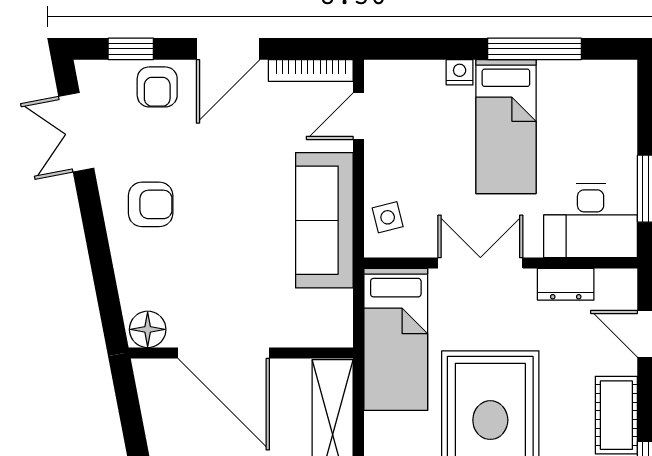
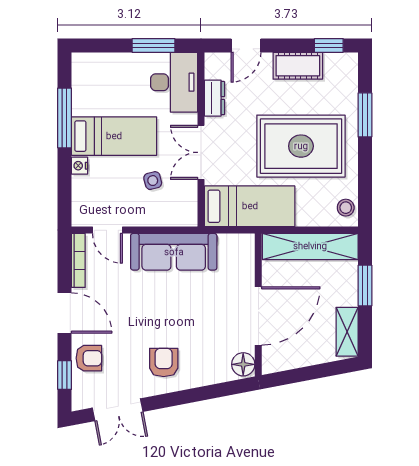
side table: (388, 217) -> (153, 181), moved

